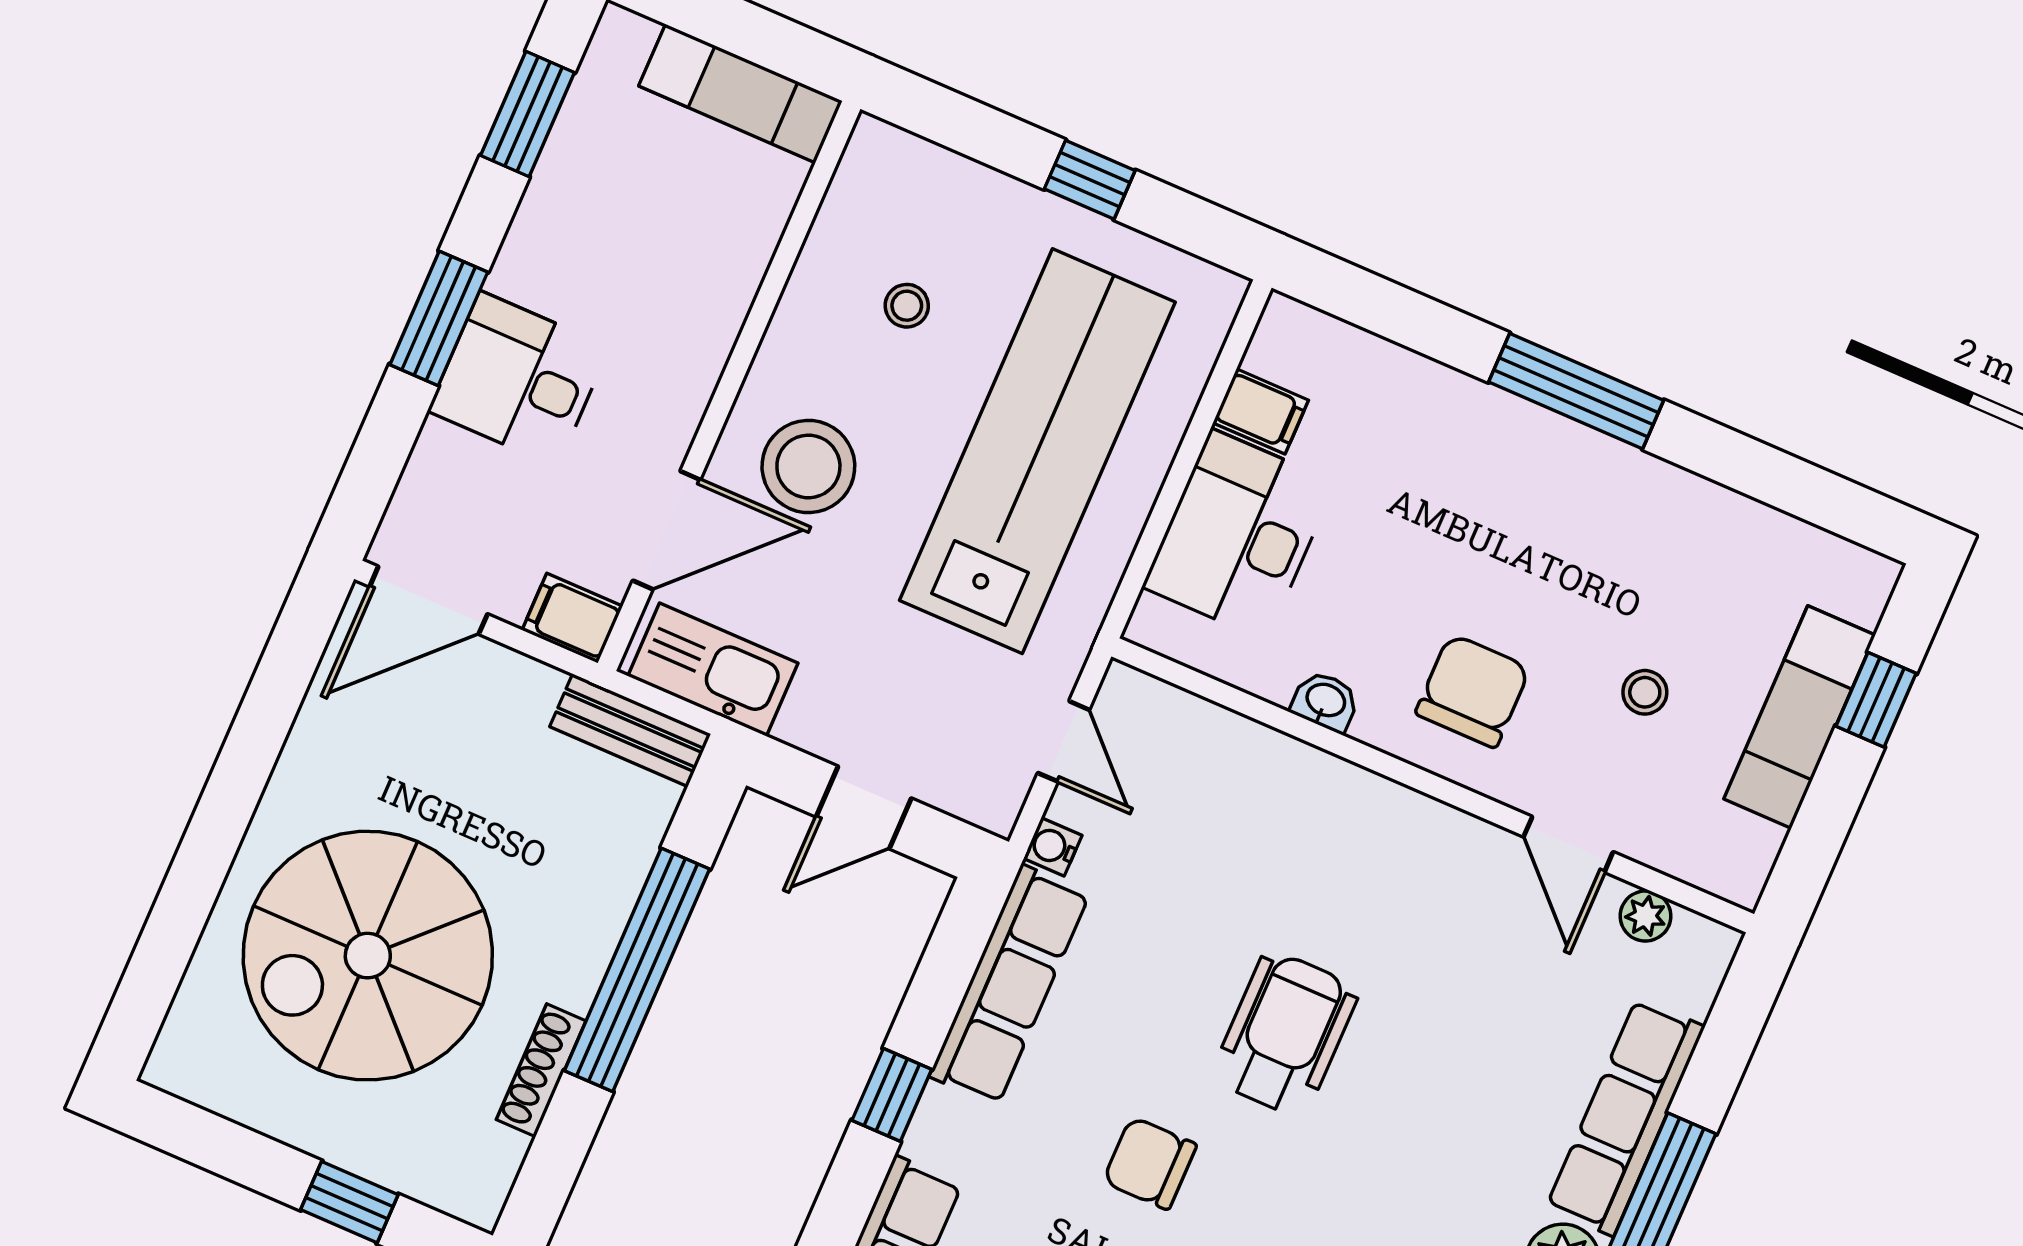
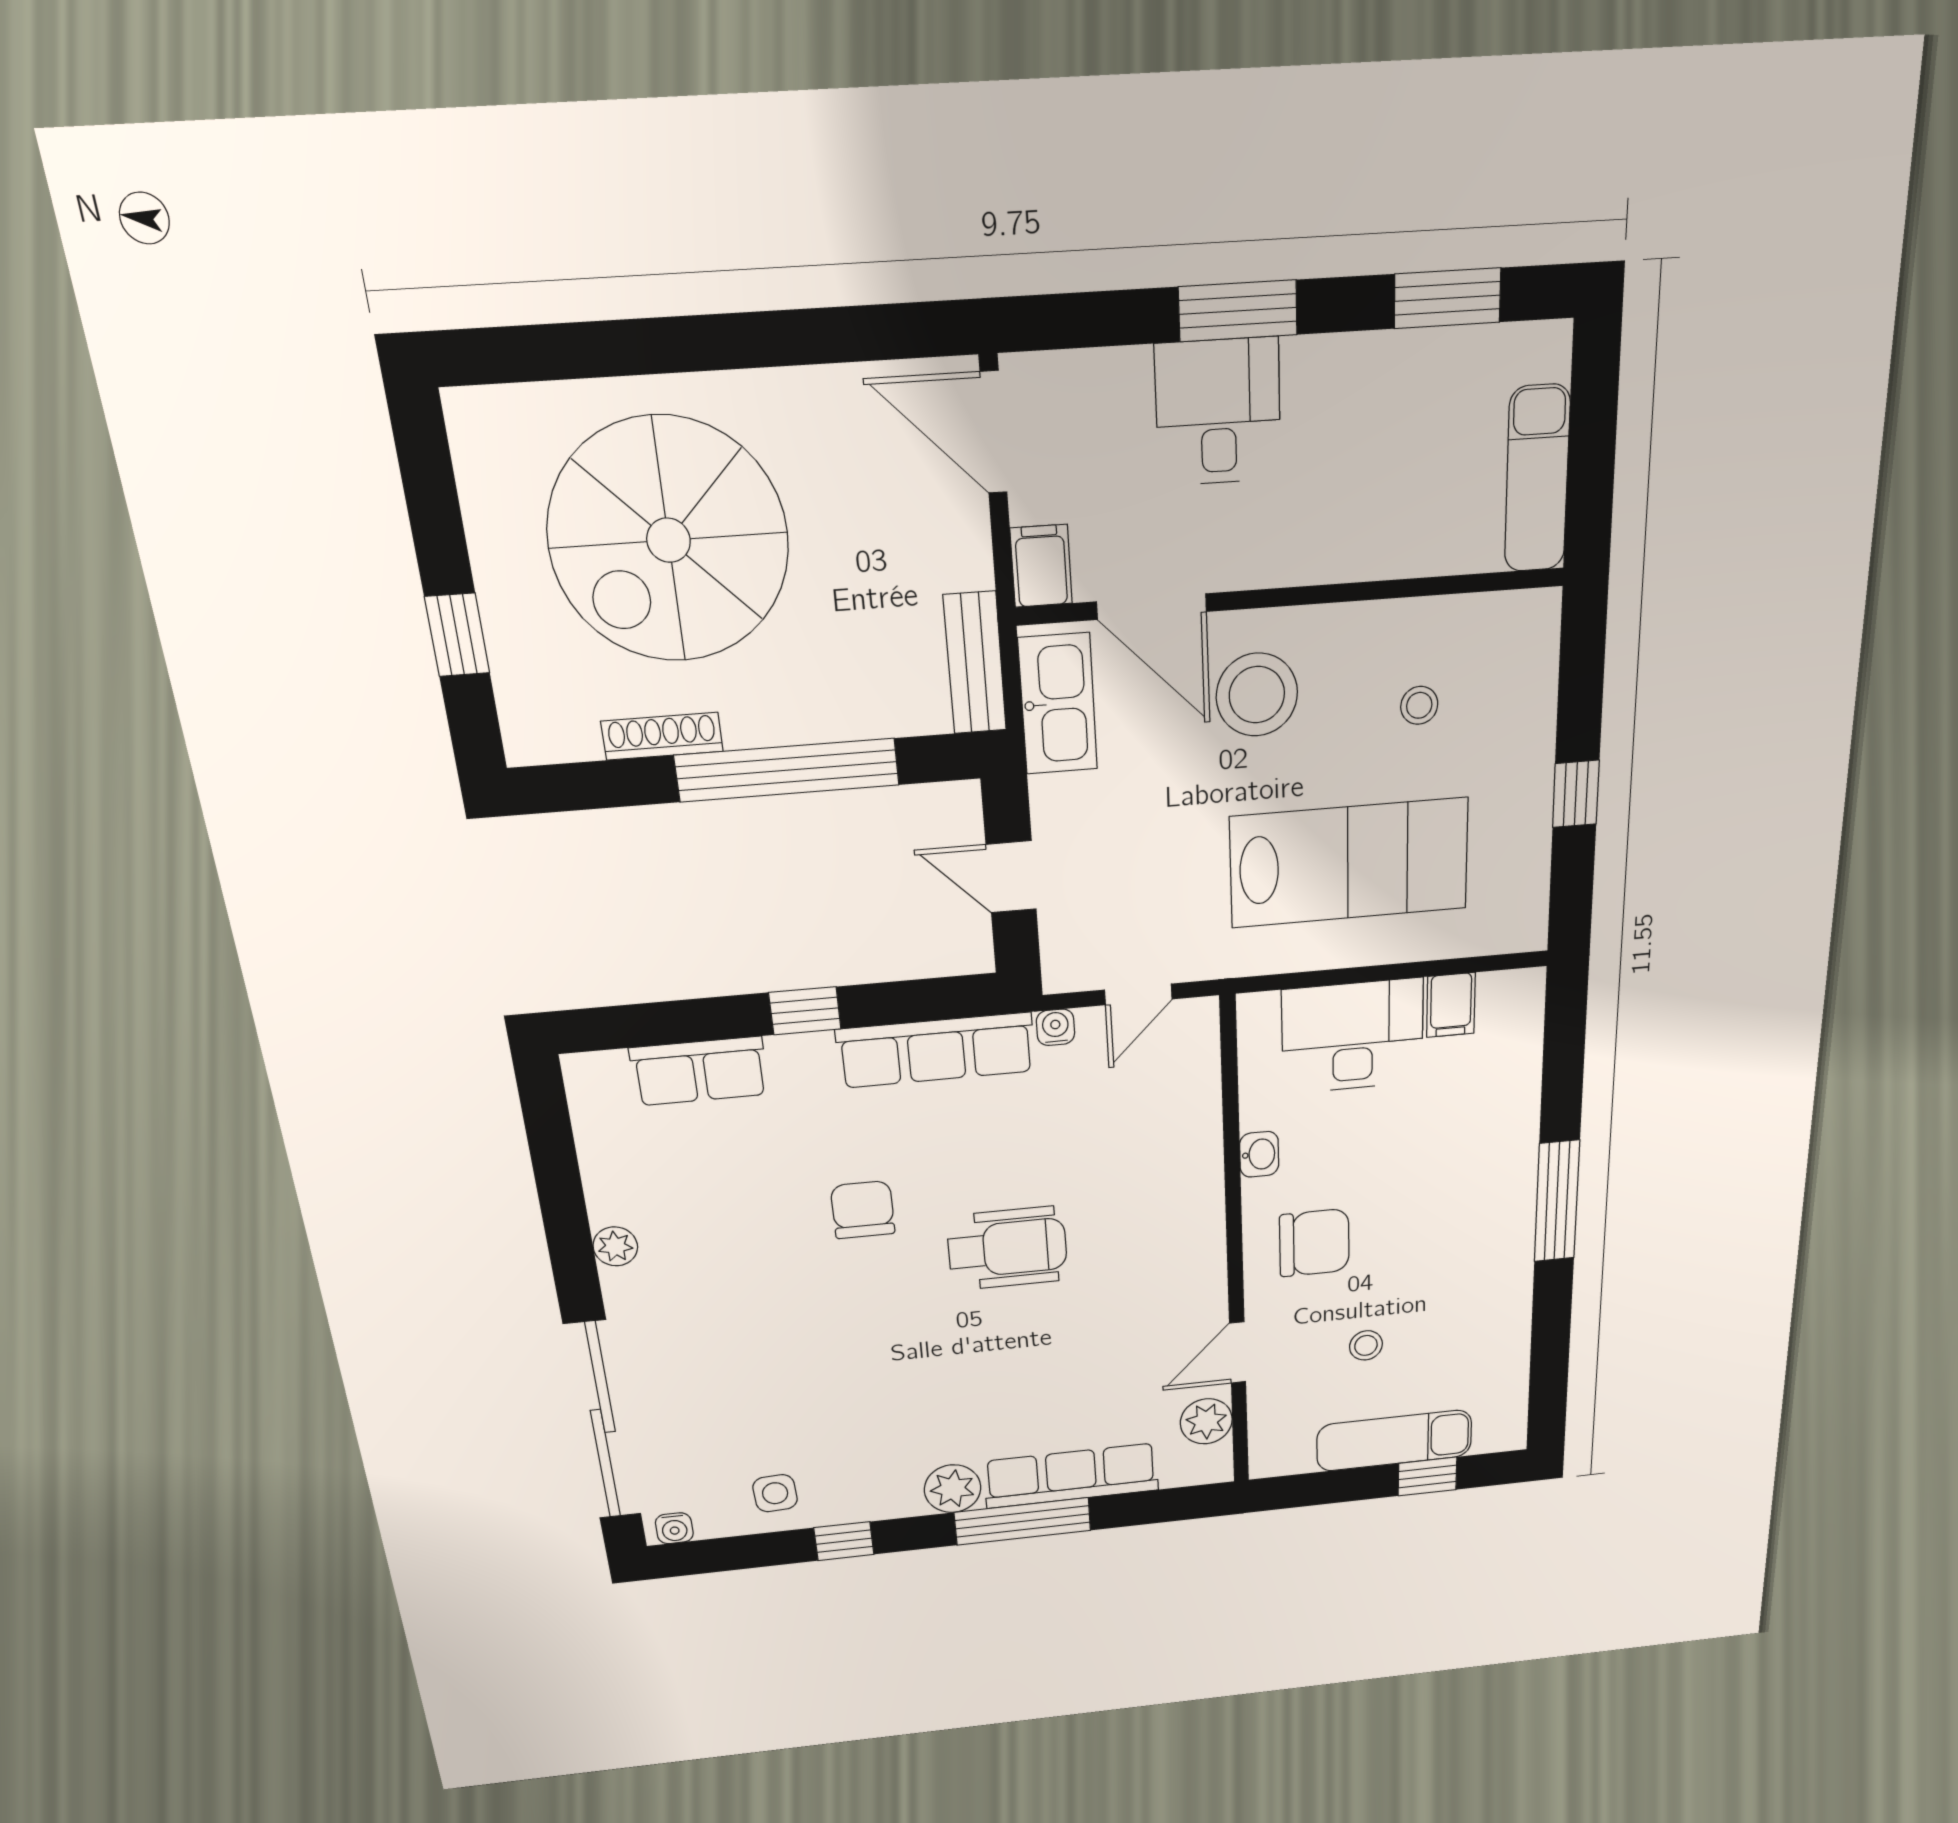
lab bench: (1037, 451) -> (1349, 863), width x0.73
plant: (1645, 916) -> (1206, 1421), width x1.38, depth x1.38
spiral stairs: (368, 956) -> (669, 540), turned -90

